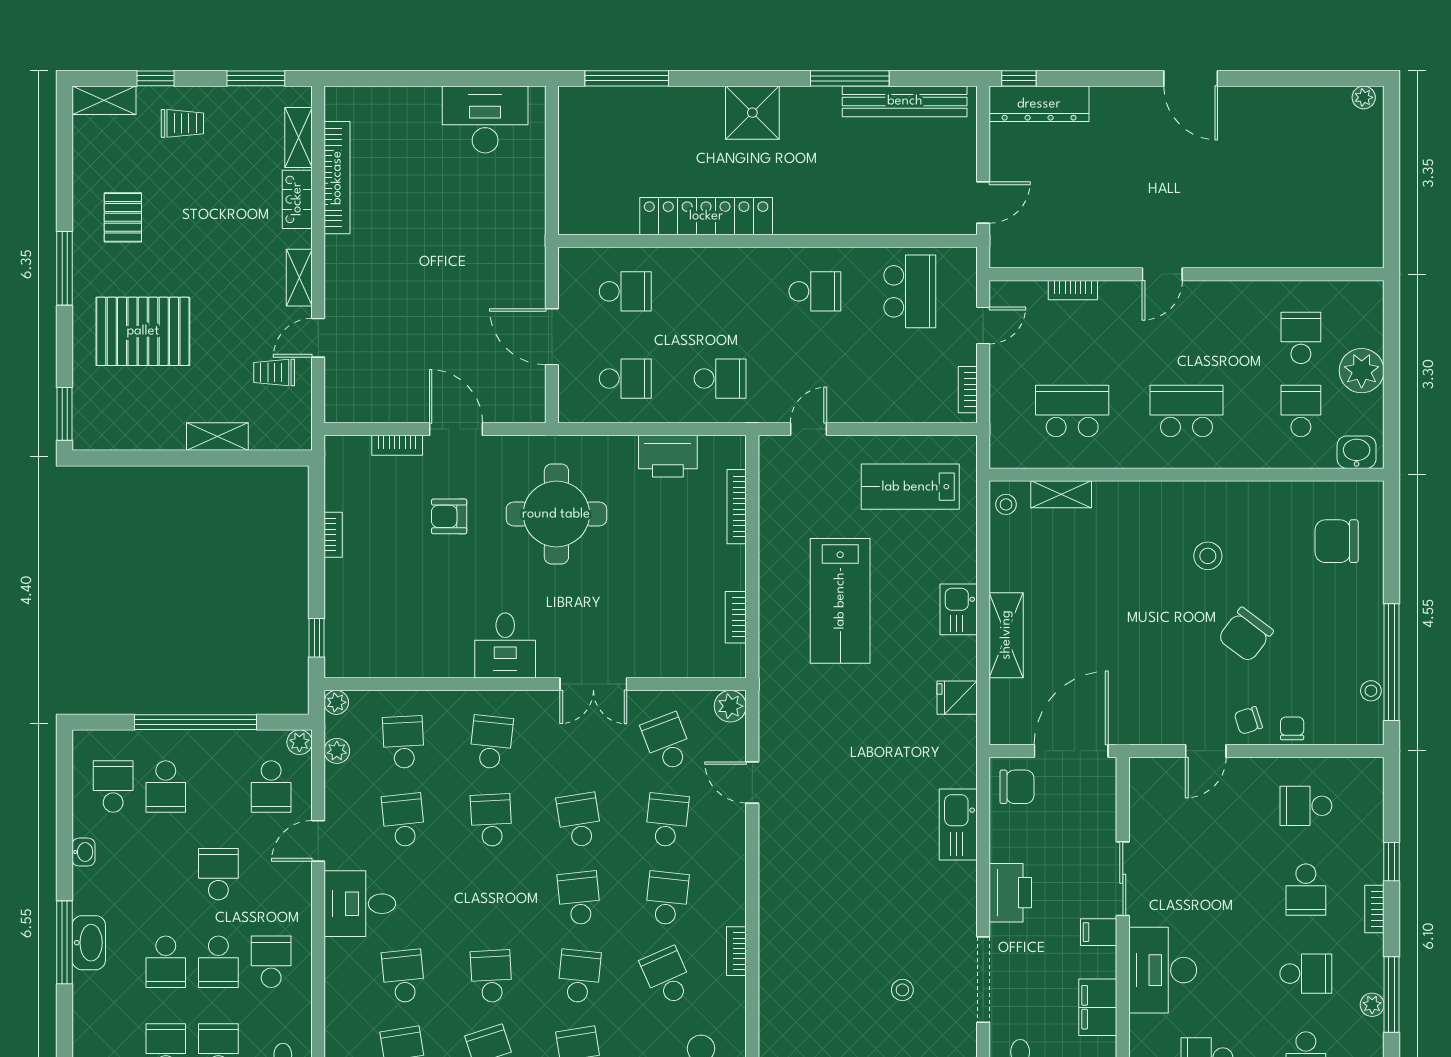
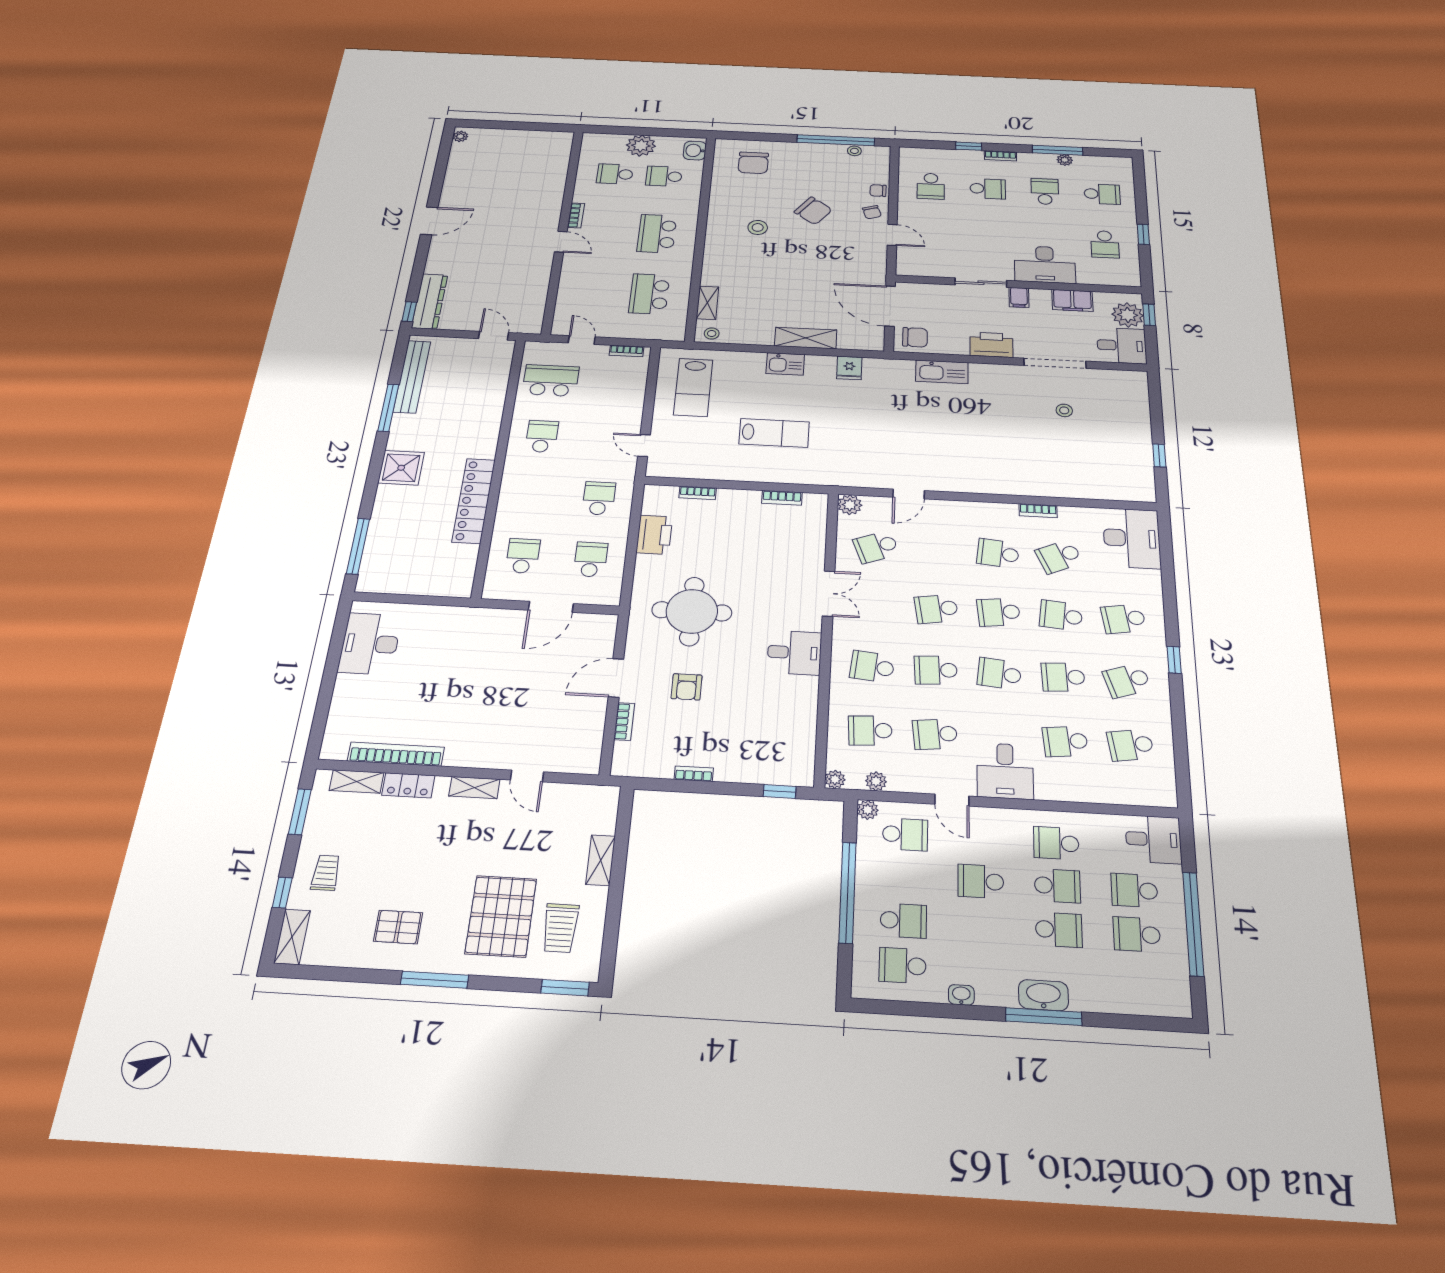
bookcase: (1073, 290) -> (576, 215), moved
trolley: (274, 373) -> (560, 928), moved, width x1.36, depth x1.39
bookcase: (737, 507) -> (698, 493), width x0.64
lab bench: (840, 601) -> (774, 433), width x0.73, depth x0.72
chair: (1017, 787) -> (915, 337), turned 90
school desk: (667, 820) -> (999, 674), moved

